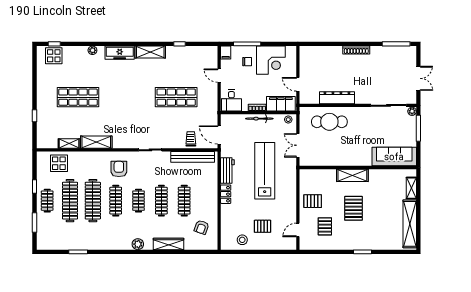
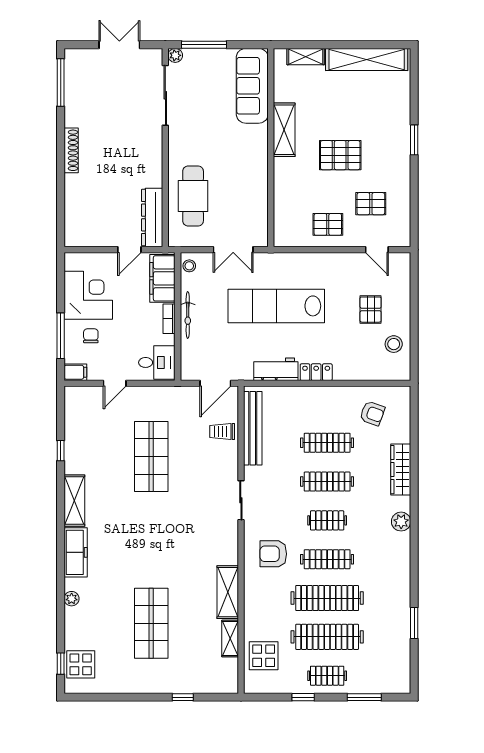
dresser: (337, 98) -> (152, 217), moved
shelving: (352, 175) -> (284, 130), moved
pallet: (313, 201) -> (328, 224), turned 90

